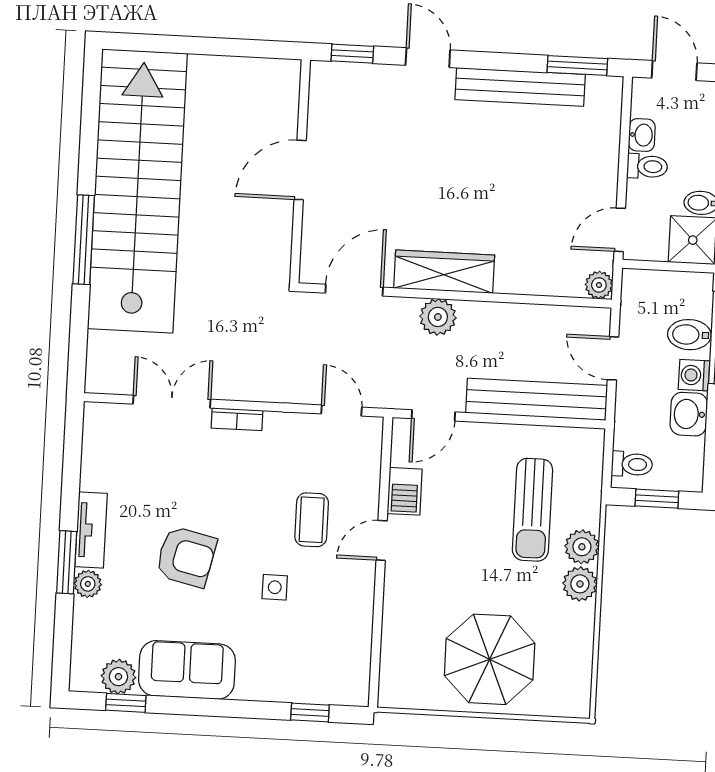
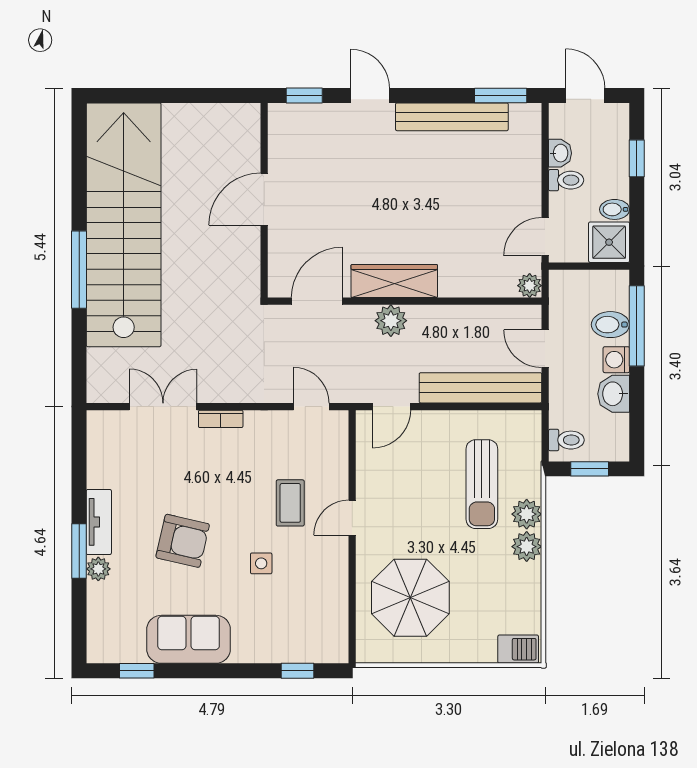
barbecue: (405, 491) -> (518, 649), moved, turned -90
parasol: (490, 659) -> (410, 598), moved
plant: (118, 677) -> (129, 648), removed

